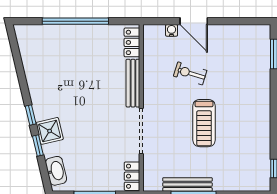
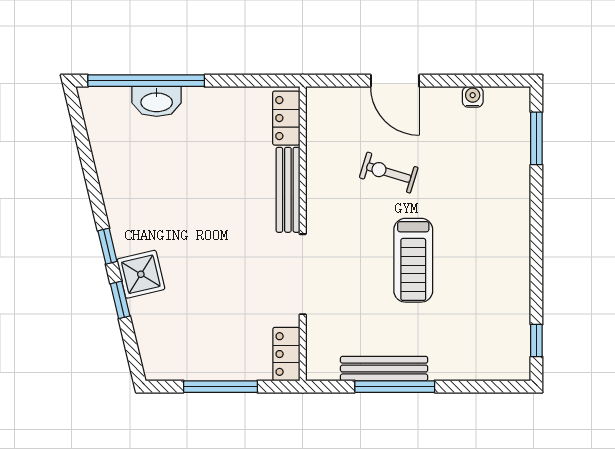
window: (75, 21) -> (146, 81), moved
water cooler: (172, 30) -> (473, 97), moved
washbasin: (56, 171) -> (157, 101), moved, turned 103

